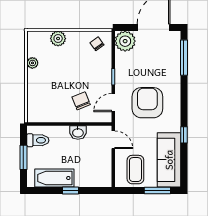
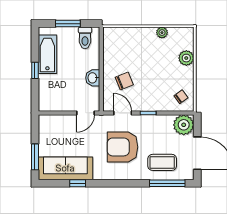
armchair: (147, 103) -> (122, 147), turned 180
window: (184, 135) -> (78, 183), moved
coffee table: (135, 170) -> (162, 162), moved

